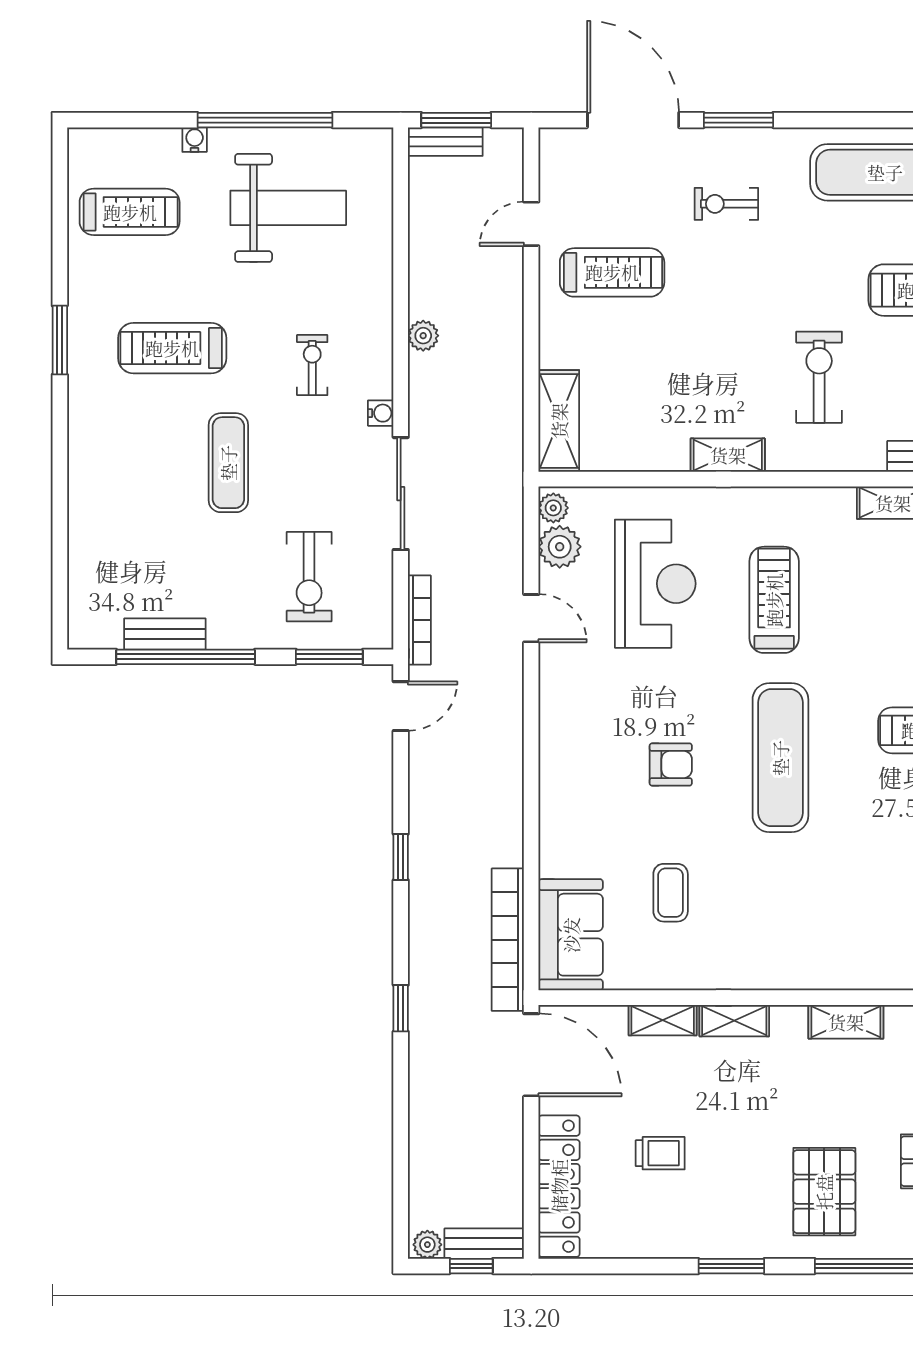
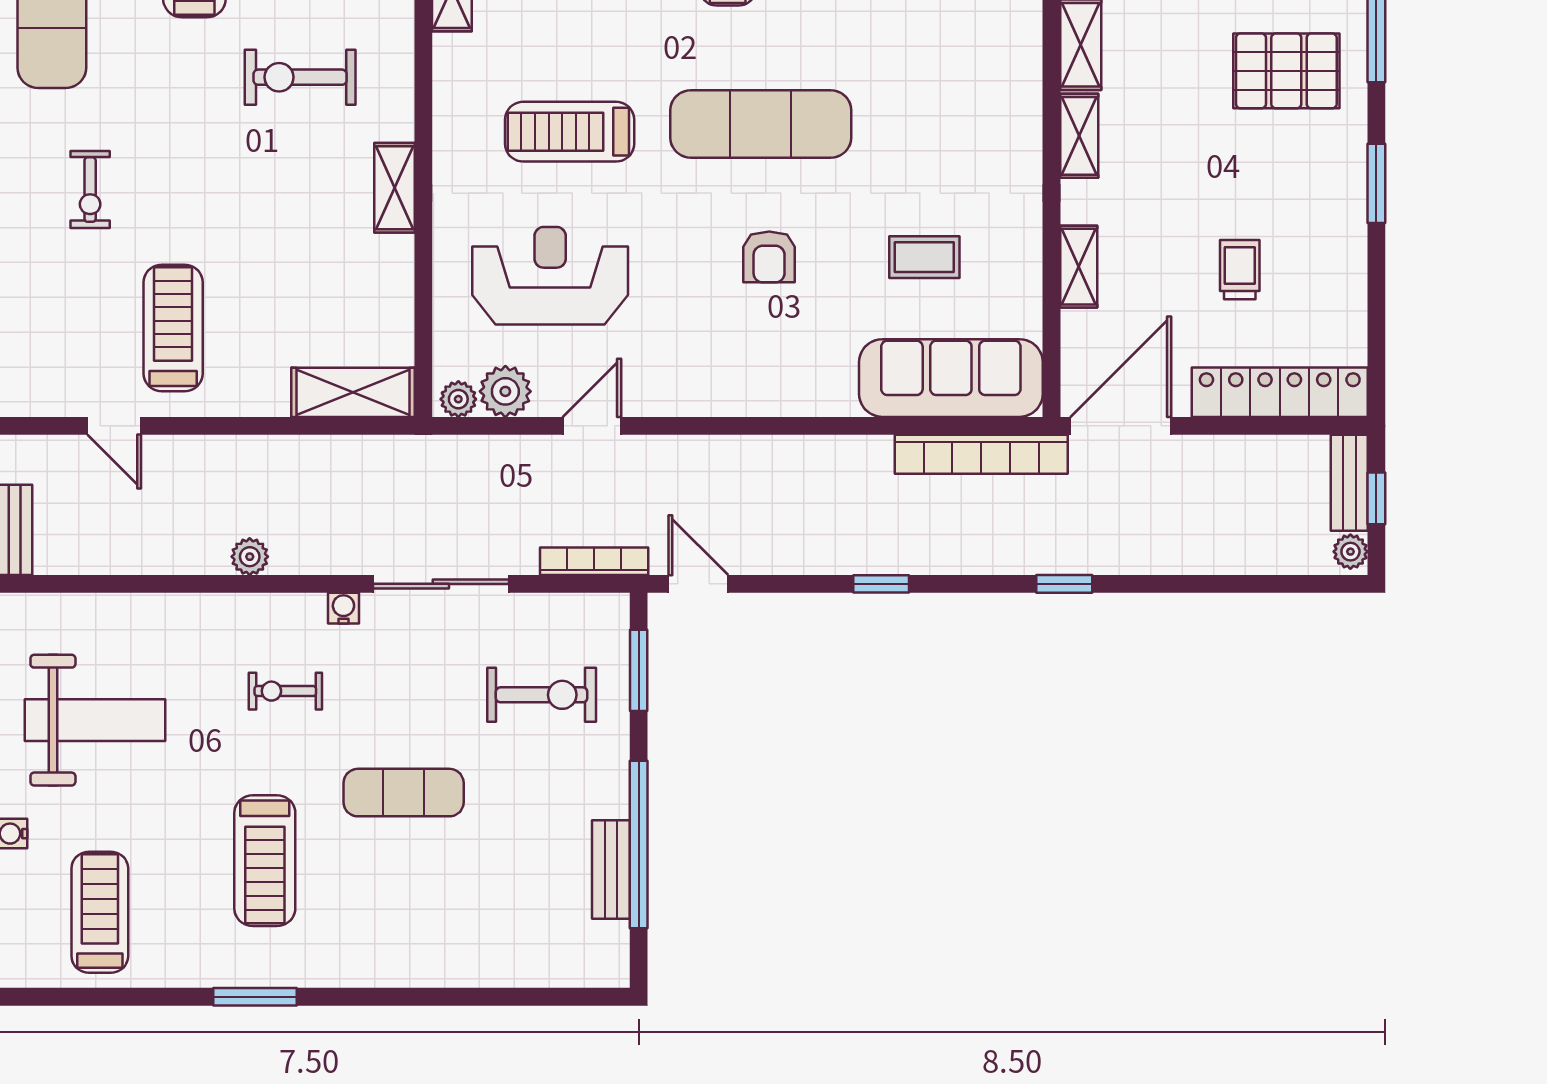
weight bench: (288, 208) -> (95, 720), turned 90
armchair: (671, 764) -> (769, 257), turned 180
sofa: (571, 935) -> (951, 378), width x1.36
shelving: (734, 1021) -> (1079, 136), moved

